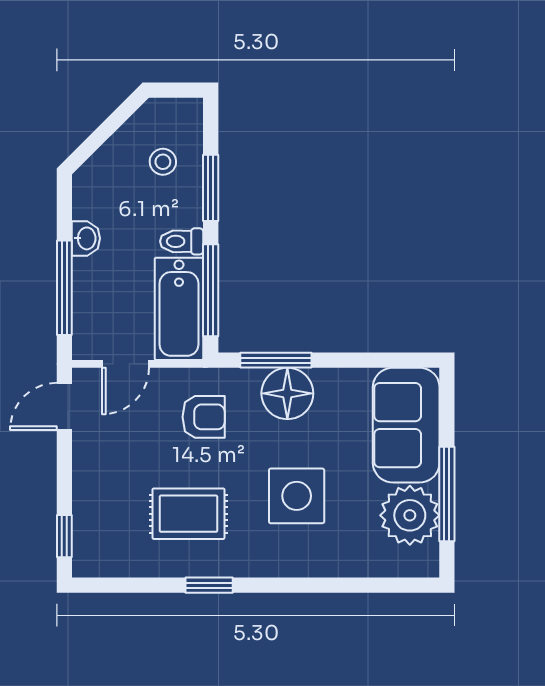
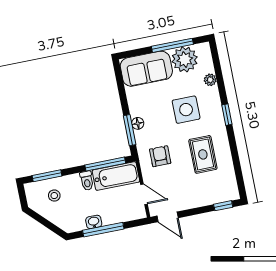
window: (211, 188) -> (47, 176), moved
window: (64, 288) -> (103, 230), moved
floor lamp: (287, 393) -> (138, 123), width x0.53, depth x0.53
plant: (353, 563) -> (210, 80), added
window: (209, 585) -> (227, 115), moved

